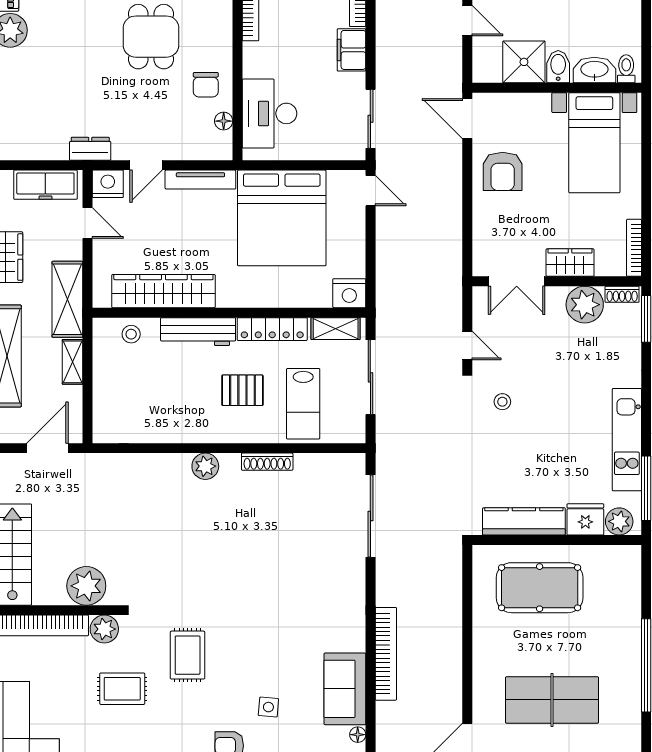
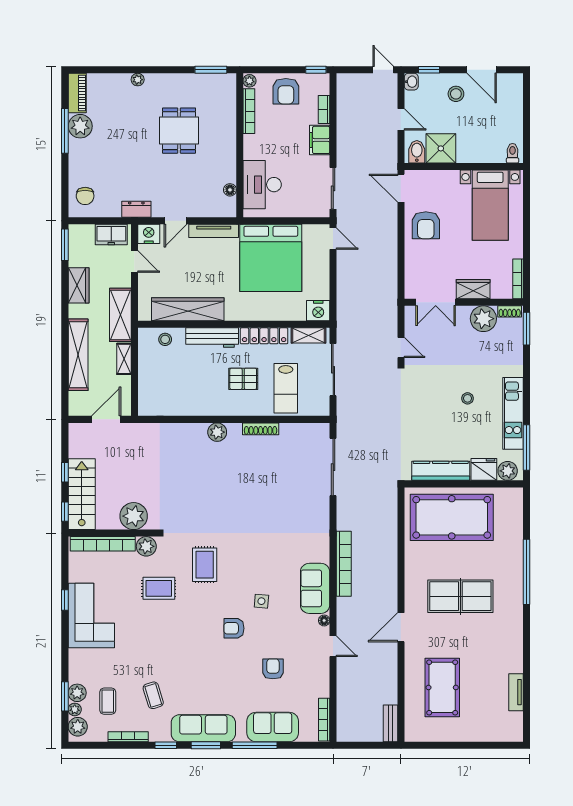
bidet: (558, 67) -> (417, 152), moved
washbasin: (594, 70) -> (490, 154), removed
chair: (206, 85) -> (85, 196), moved
freezer: (45, 185) -> (111, 235), width x0.71
stool: (502, 402) -> (468, 398), moved
pool table: (540, 588) -> (452, 517), width x1.36, depth x1.32

